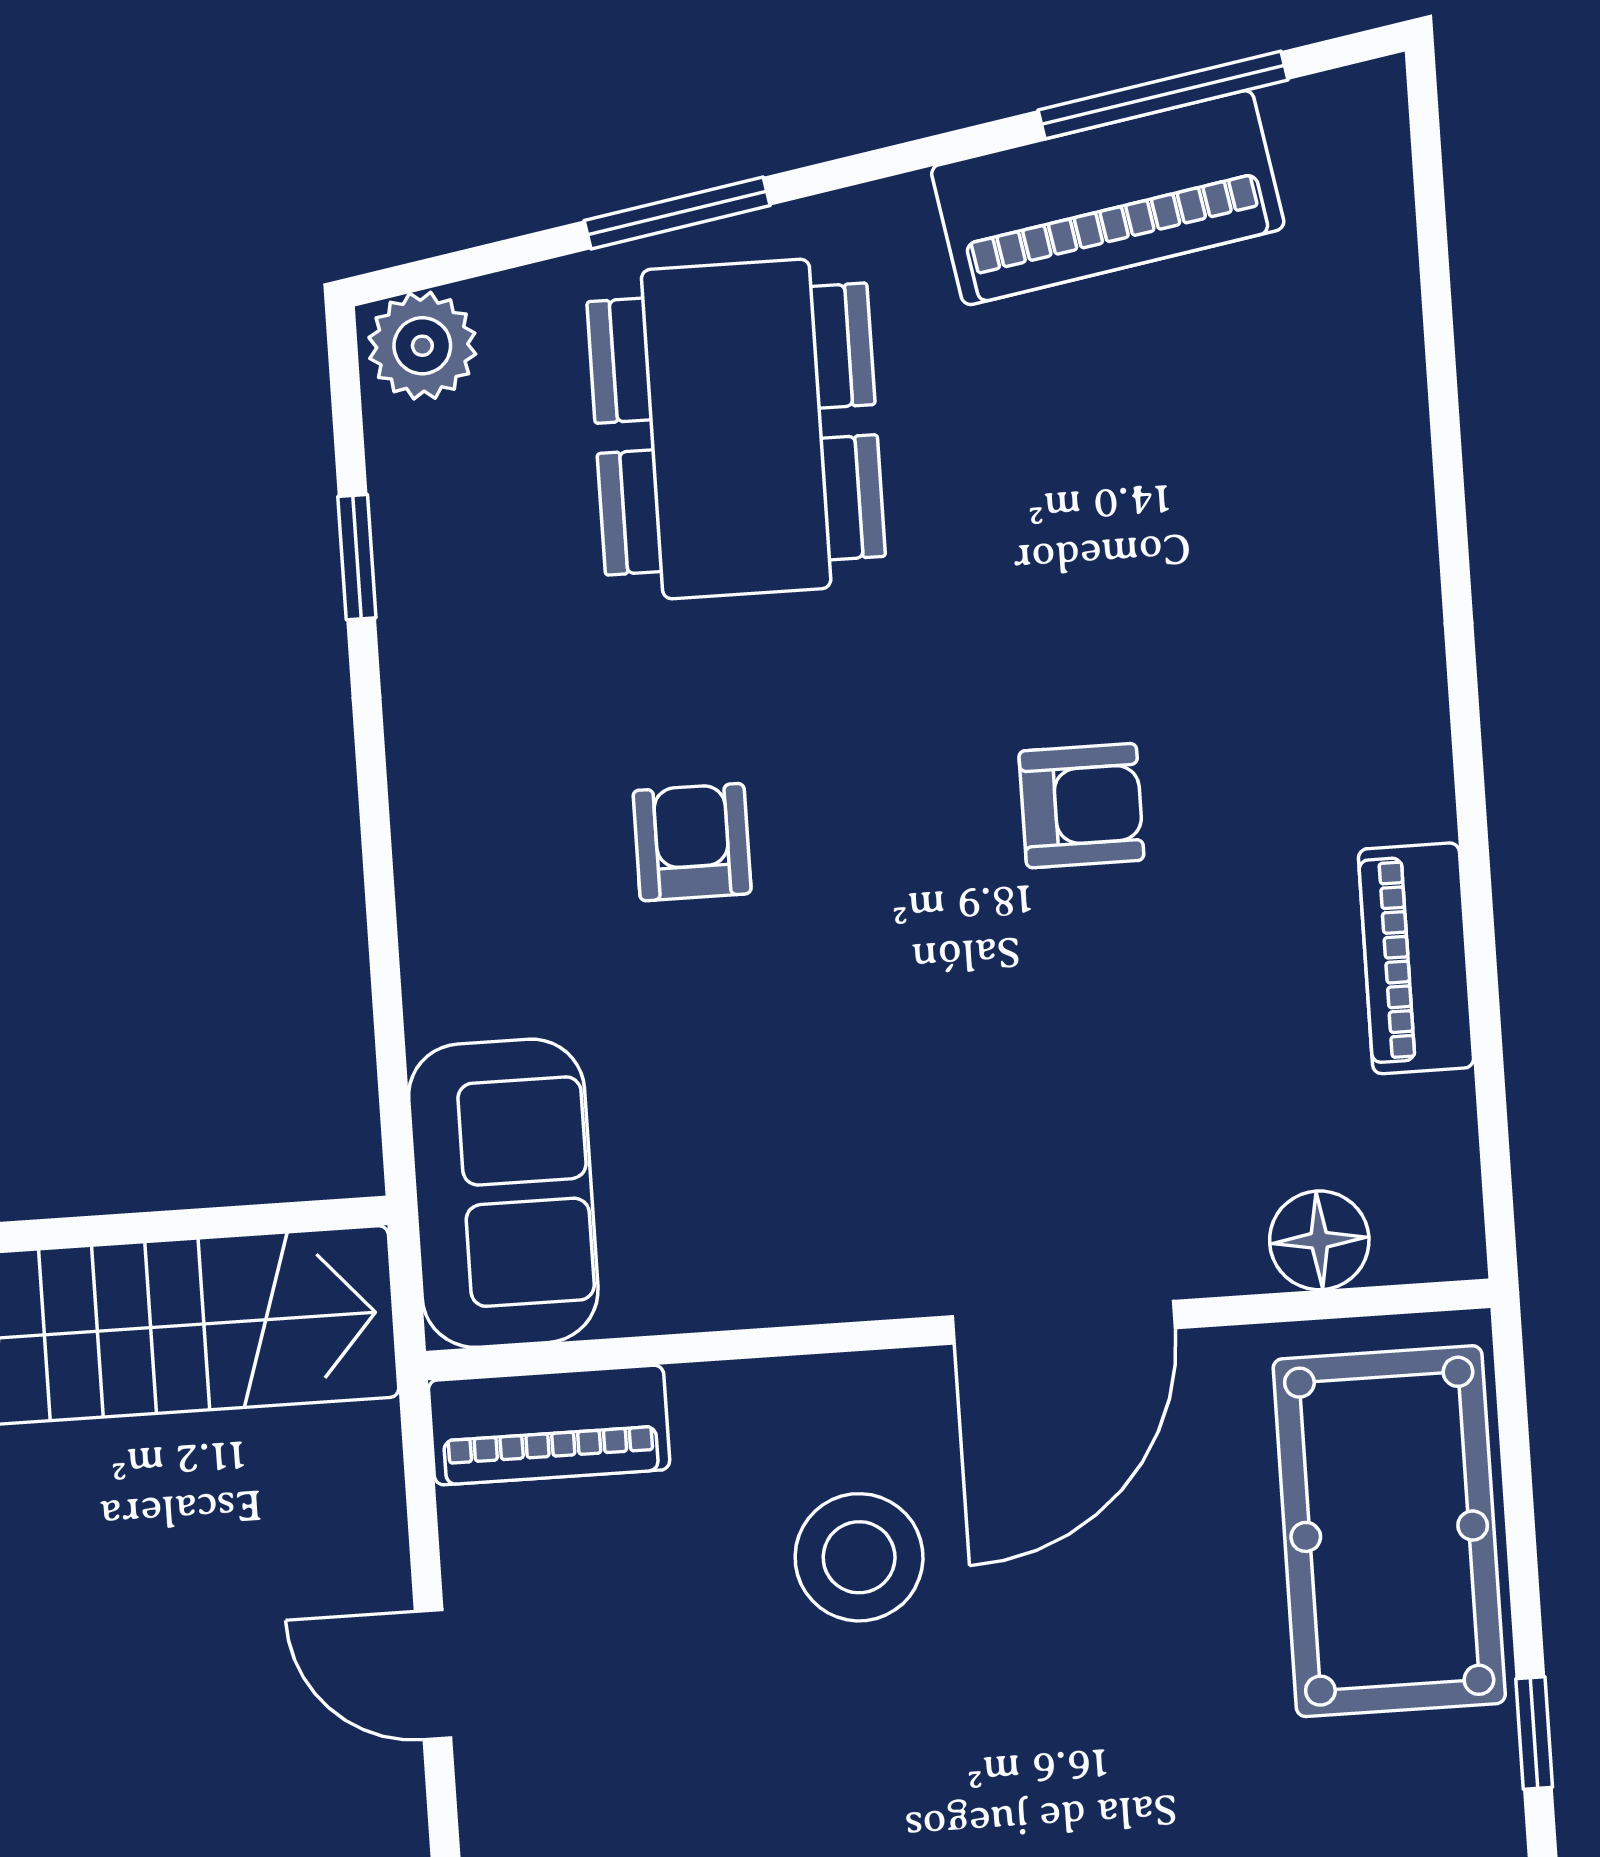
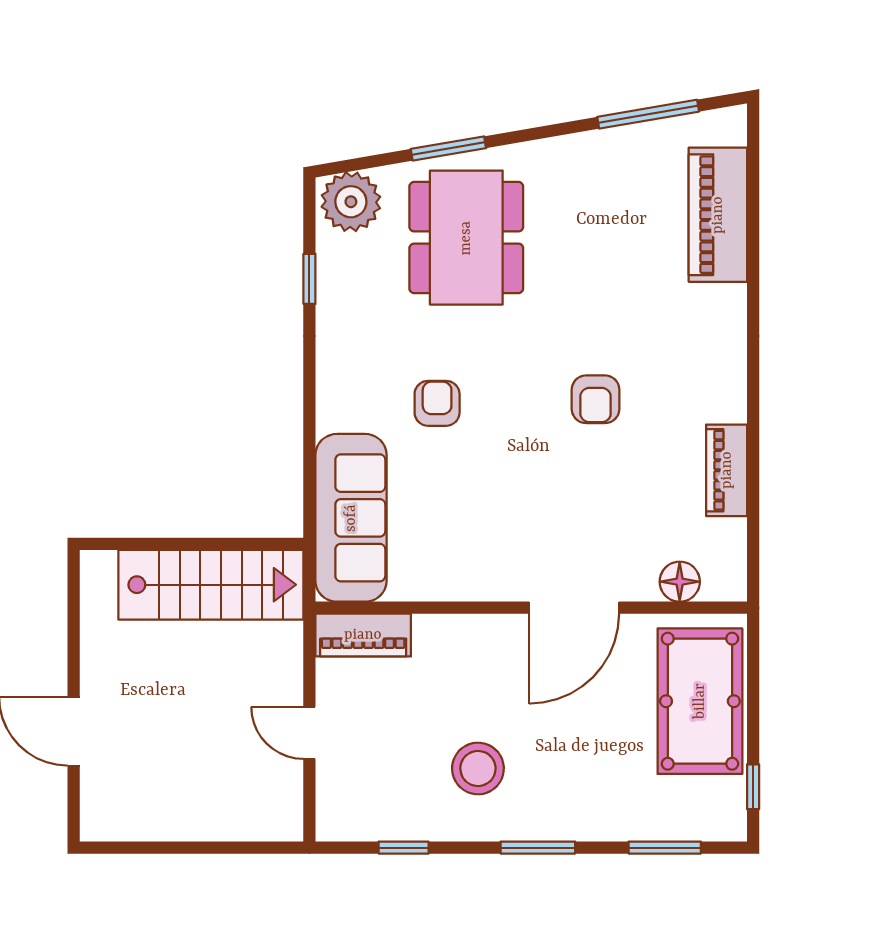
piano: (1108, 198) -> (718, 215), moved, turned 100
plant: (422, 346) -> (351, 202), width x1.36, depth x1.36
armchair: (1081, 806) -> (596, 399), turned 90
sofa: (503, 1193) -> (351, 518), width x1.36
stool: (859, 1557) -> (478, 768), moved

